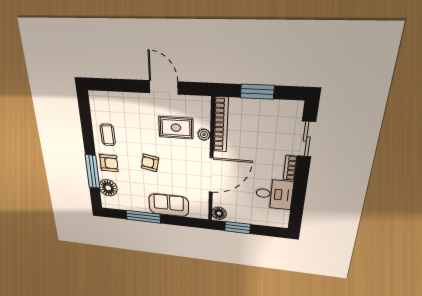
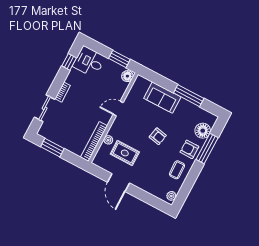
window: (257, 92) -> (52, 148), moved
plant: (95, 102) -> (171, 196), added
door: (211, 175) -> (118, 109), width x0.53
desk: (274, 194) -> (89, 62), moved
window: (297, 205) -> (69, 62), added

